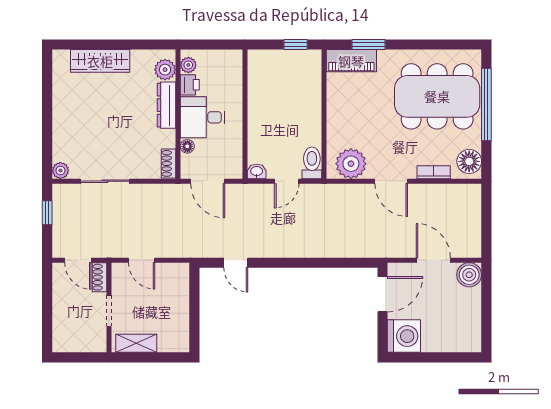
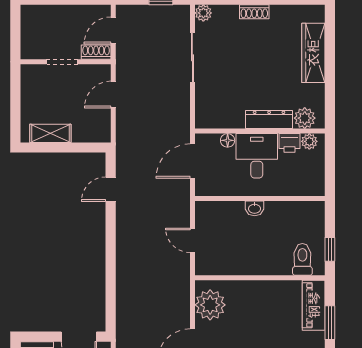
shoe rack: (168, 163) -> (254, 12), moved, turned 180
toilet: (312, 163) -> (302, 259), moved, turned -90
washbasin: (257, 171) -> (255, 208), moved, turned 90
shelving: (136, 343) -> (50, 133), moved, turned 90

